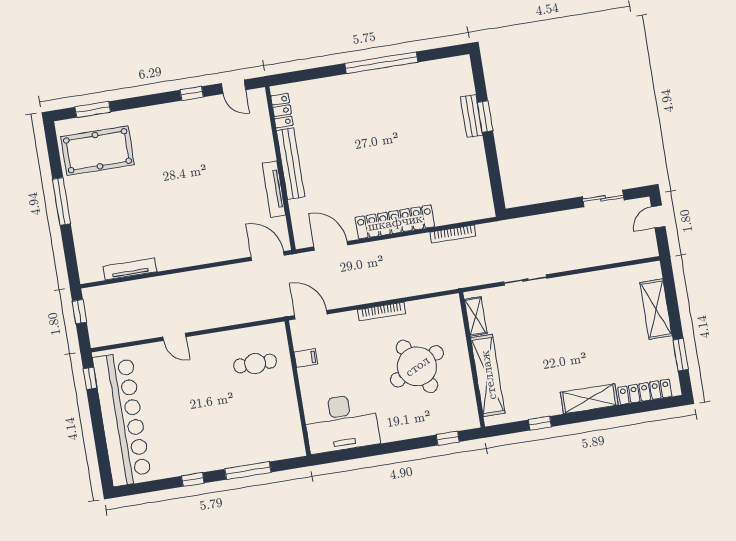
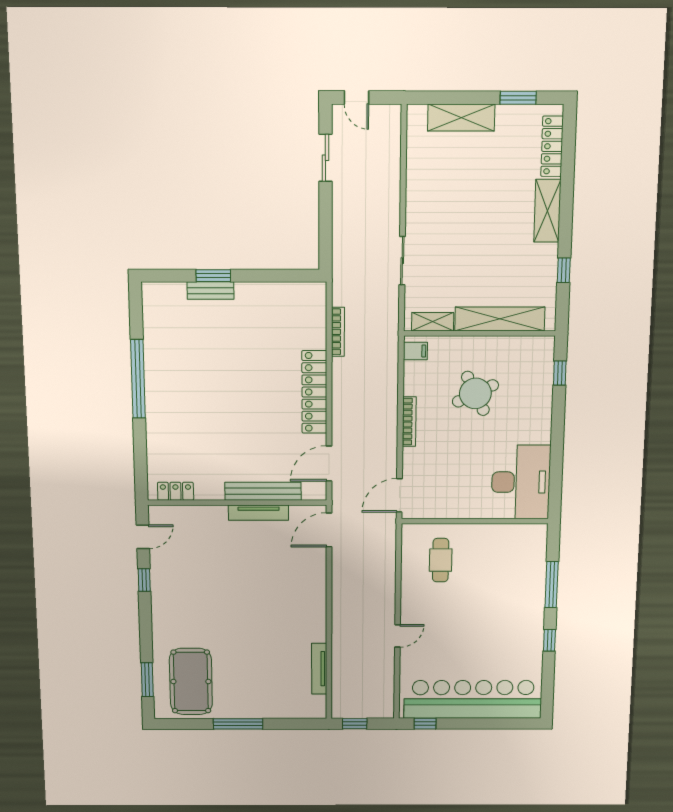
bench: (291, 164) -> (263, 491), moved
filing cabinet: (306, 358) -> (415, 351), moved, turned 90
round table: (417, 366) -> (475, 393), width x0.73, depth x0.73

